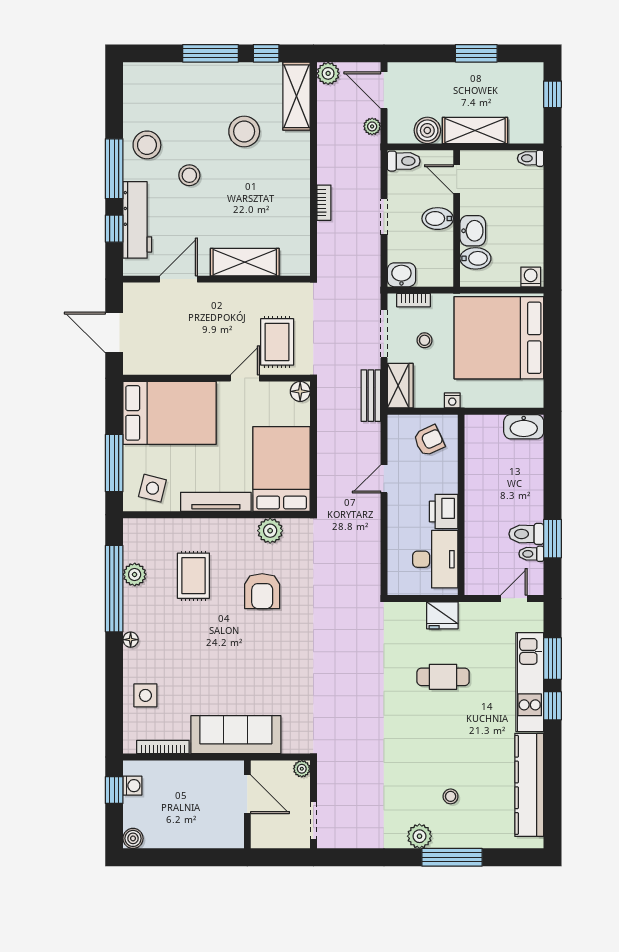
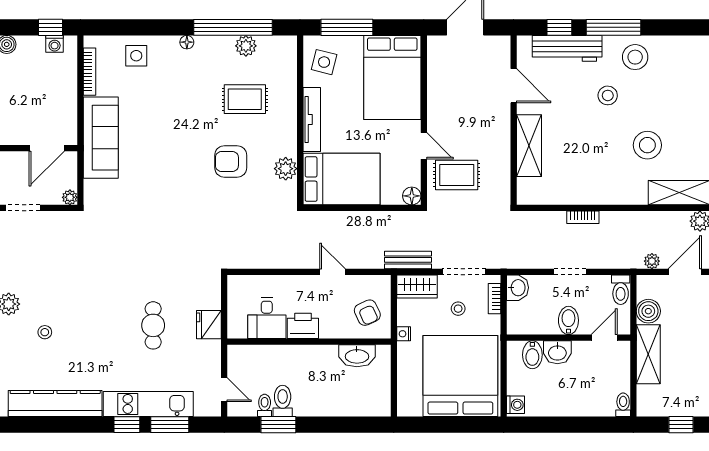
washbasin: (524, 427) -> (357, 356), moved, turned -90
desk: (435, 559) -> (267, 318), width x0.73

